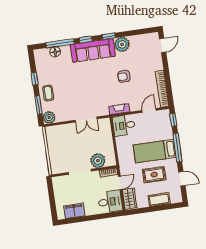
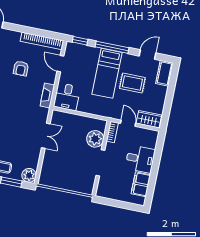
armchair: (124, 76) -> (21, 68), moved
rug: (154, 175) -> (132, 83), turned 90
cot: (159, 200) -> (164, 73), moved
desk: (110, 202) -> (140, 159), moved, turned 90

